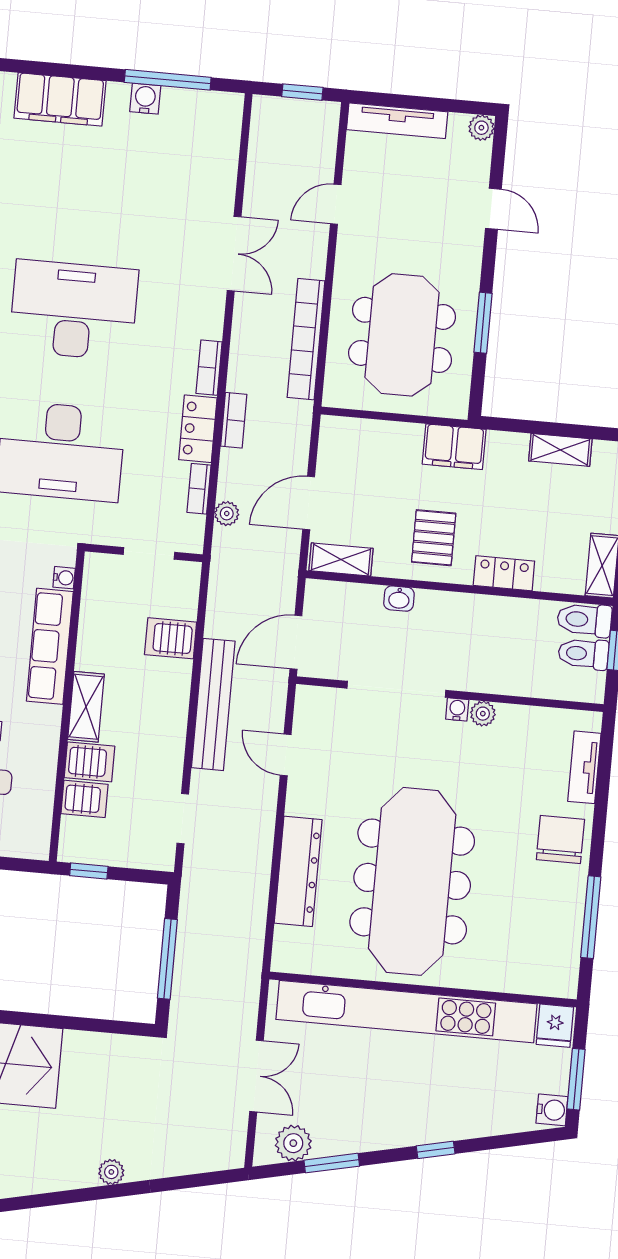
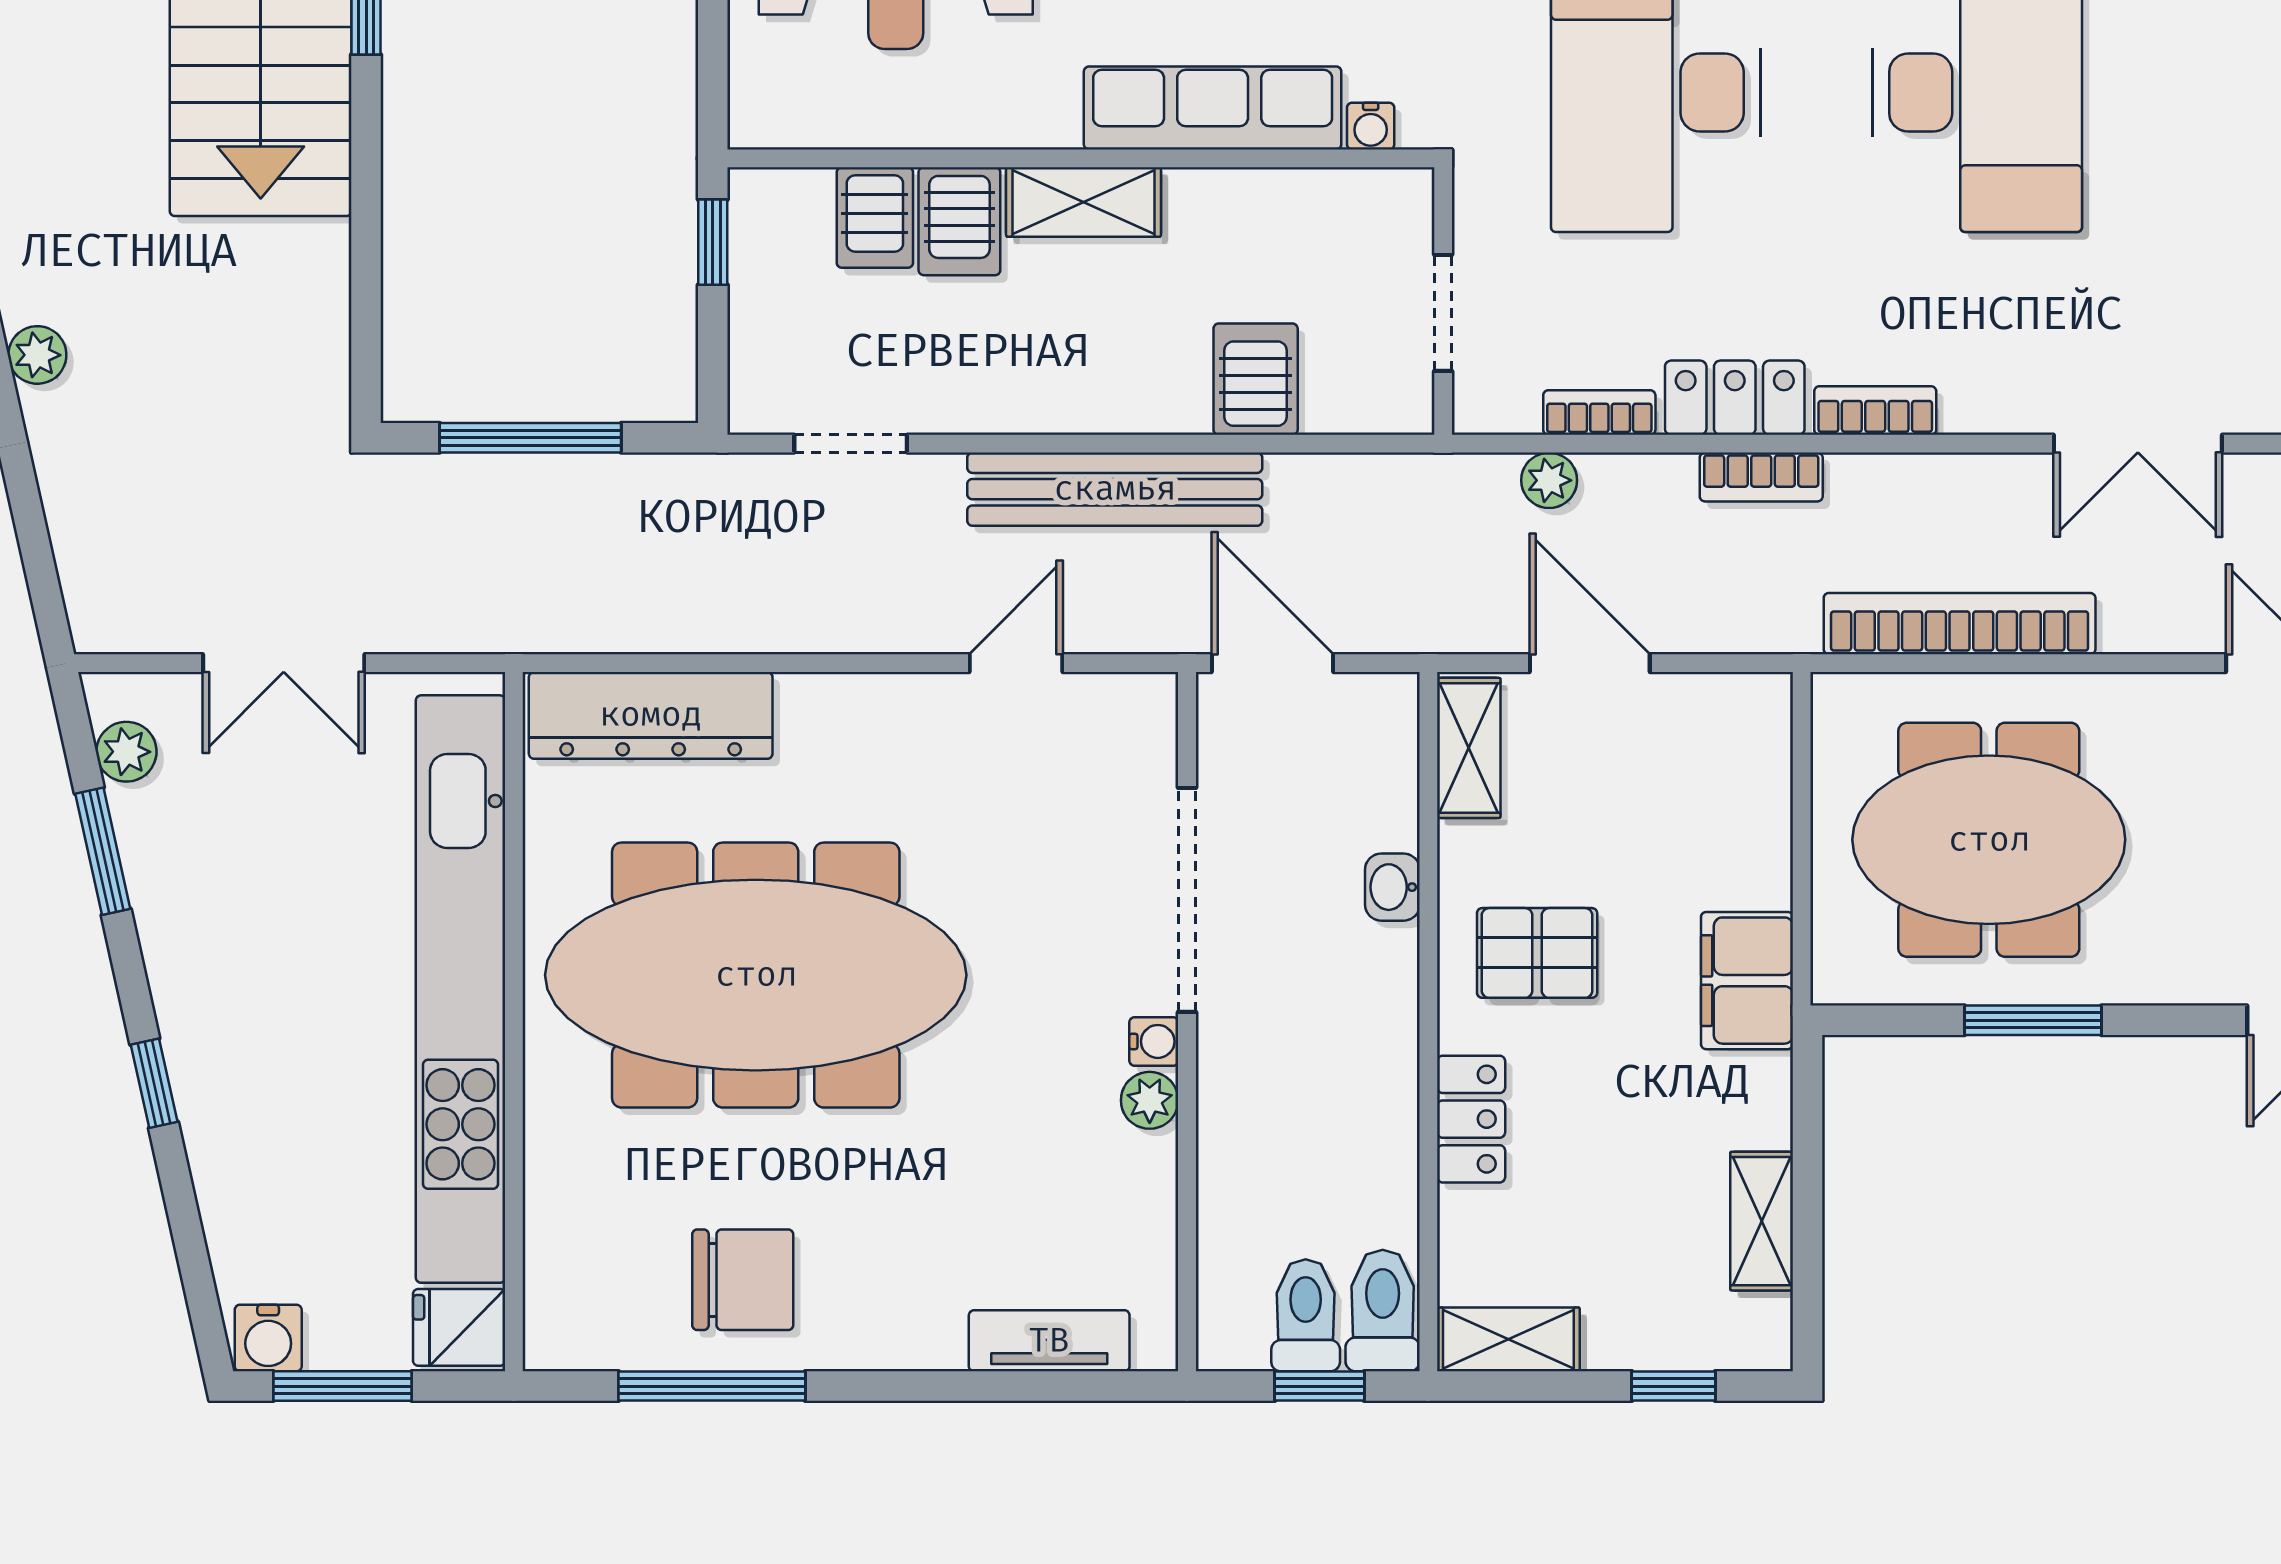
chair: (560, 839) -> (743, 1280), moved
dresser: (298, 871) -> (651, 715), moved
plant: (293, 1143) -> (126, 752), width x0.73, depth x0.73

